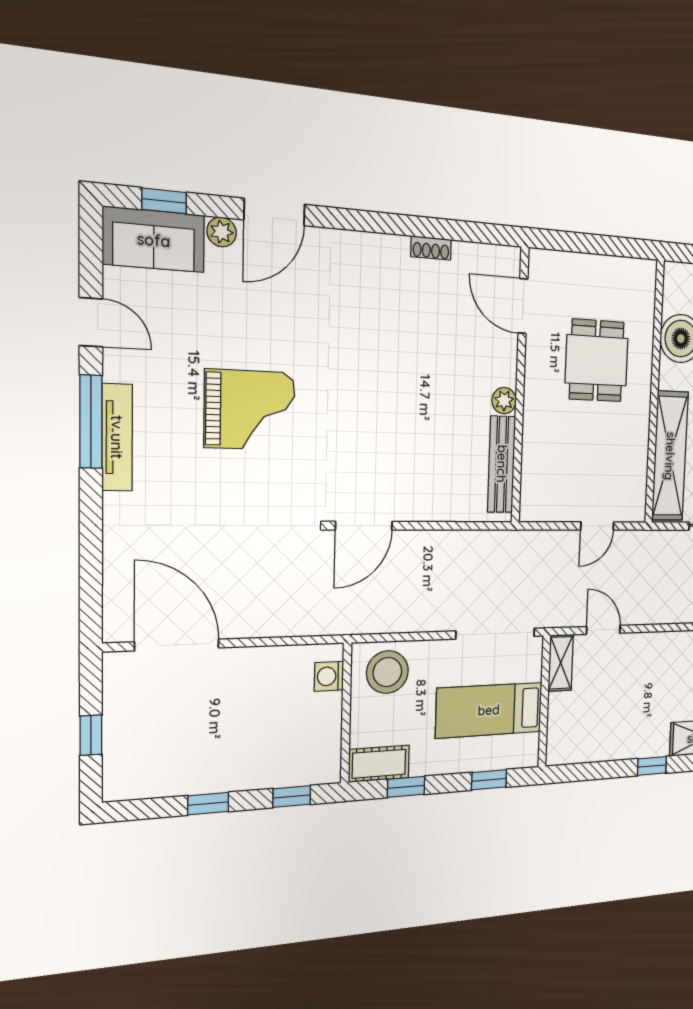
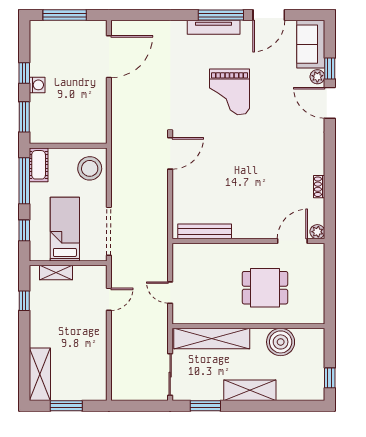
window: (164, 201) -> (330, 69), moved
door: (91, 322) -> (269, 15), width x1.38
plant: (504, 401) -> (317, 232), moved
door: (364, 526) -> (170, 153), swing flipped
shelving: (561, 663) -> (56, 273), moved
washing machine: (329, 676) -> (37, 85), moved, turned 90
window: (91, 735) -> (65, 15), width x2.17
window: (652, 766) -> (24, 301), moved
window: (406, 787) -> (24, 181), width x2.17
window: (292, 797) -> (24, 117), width x1.50

